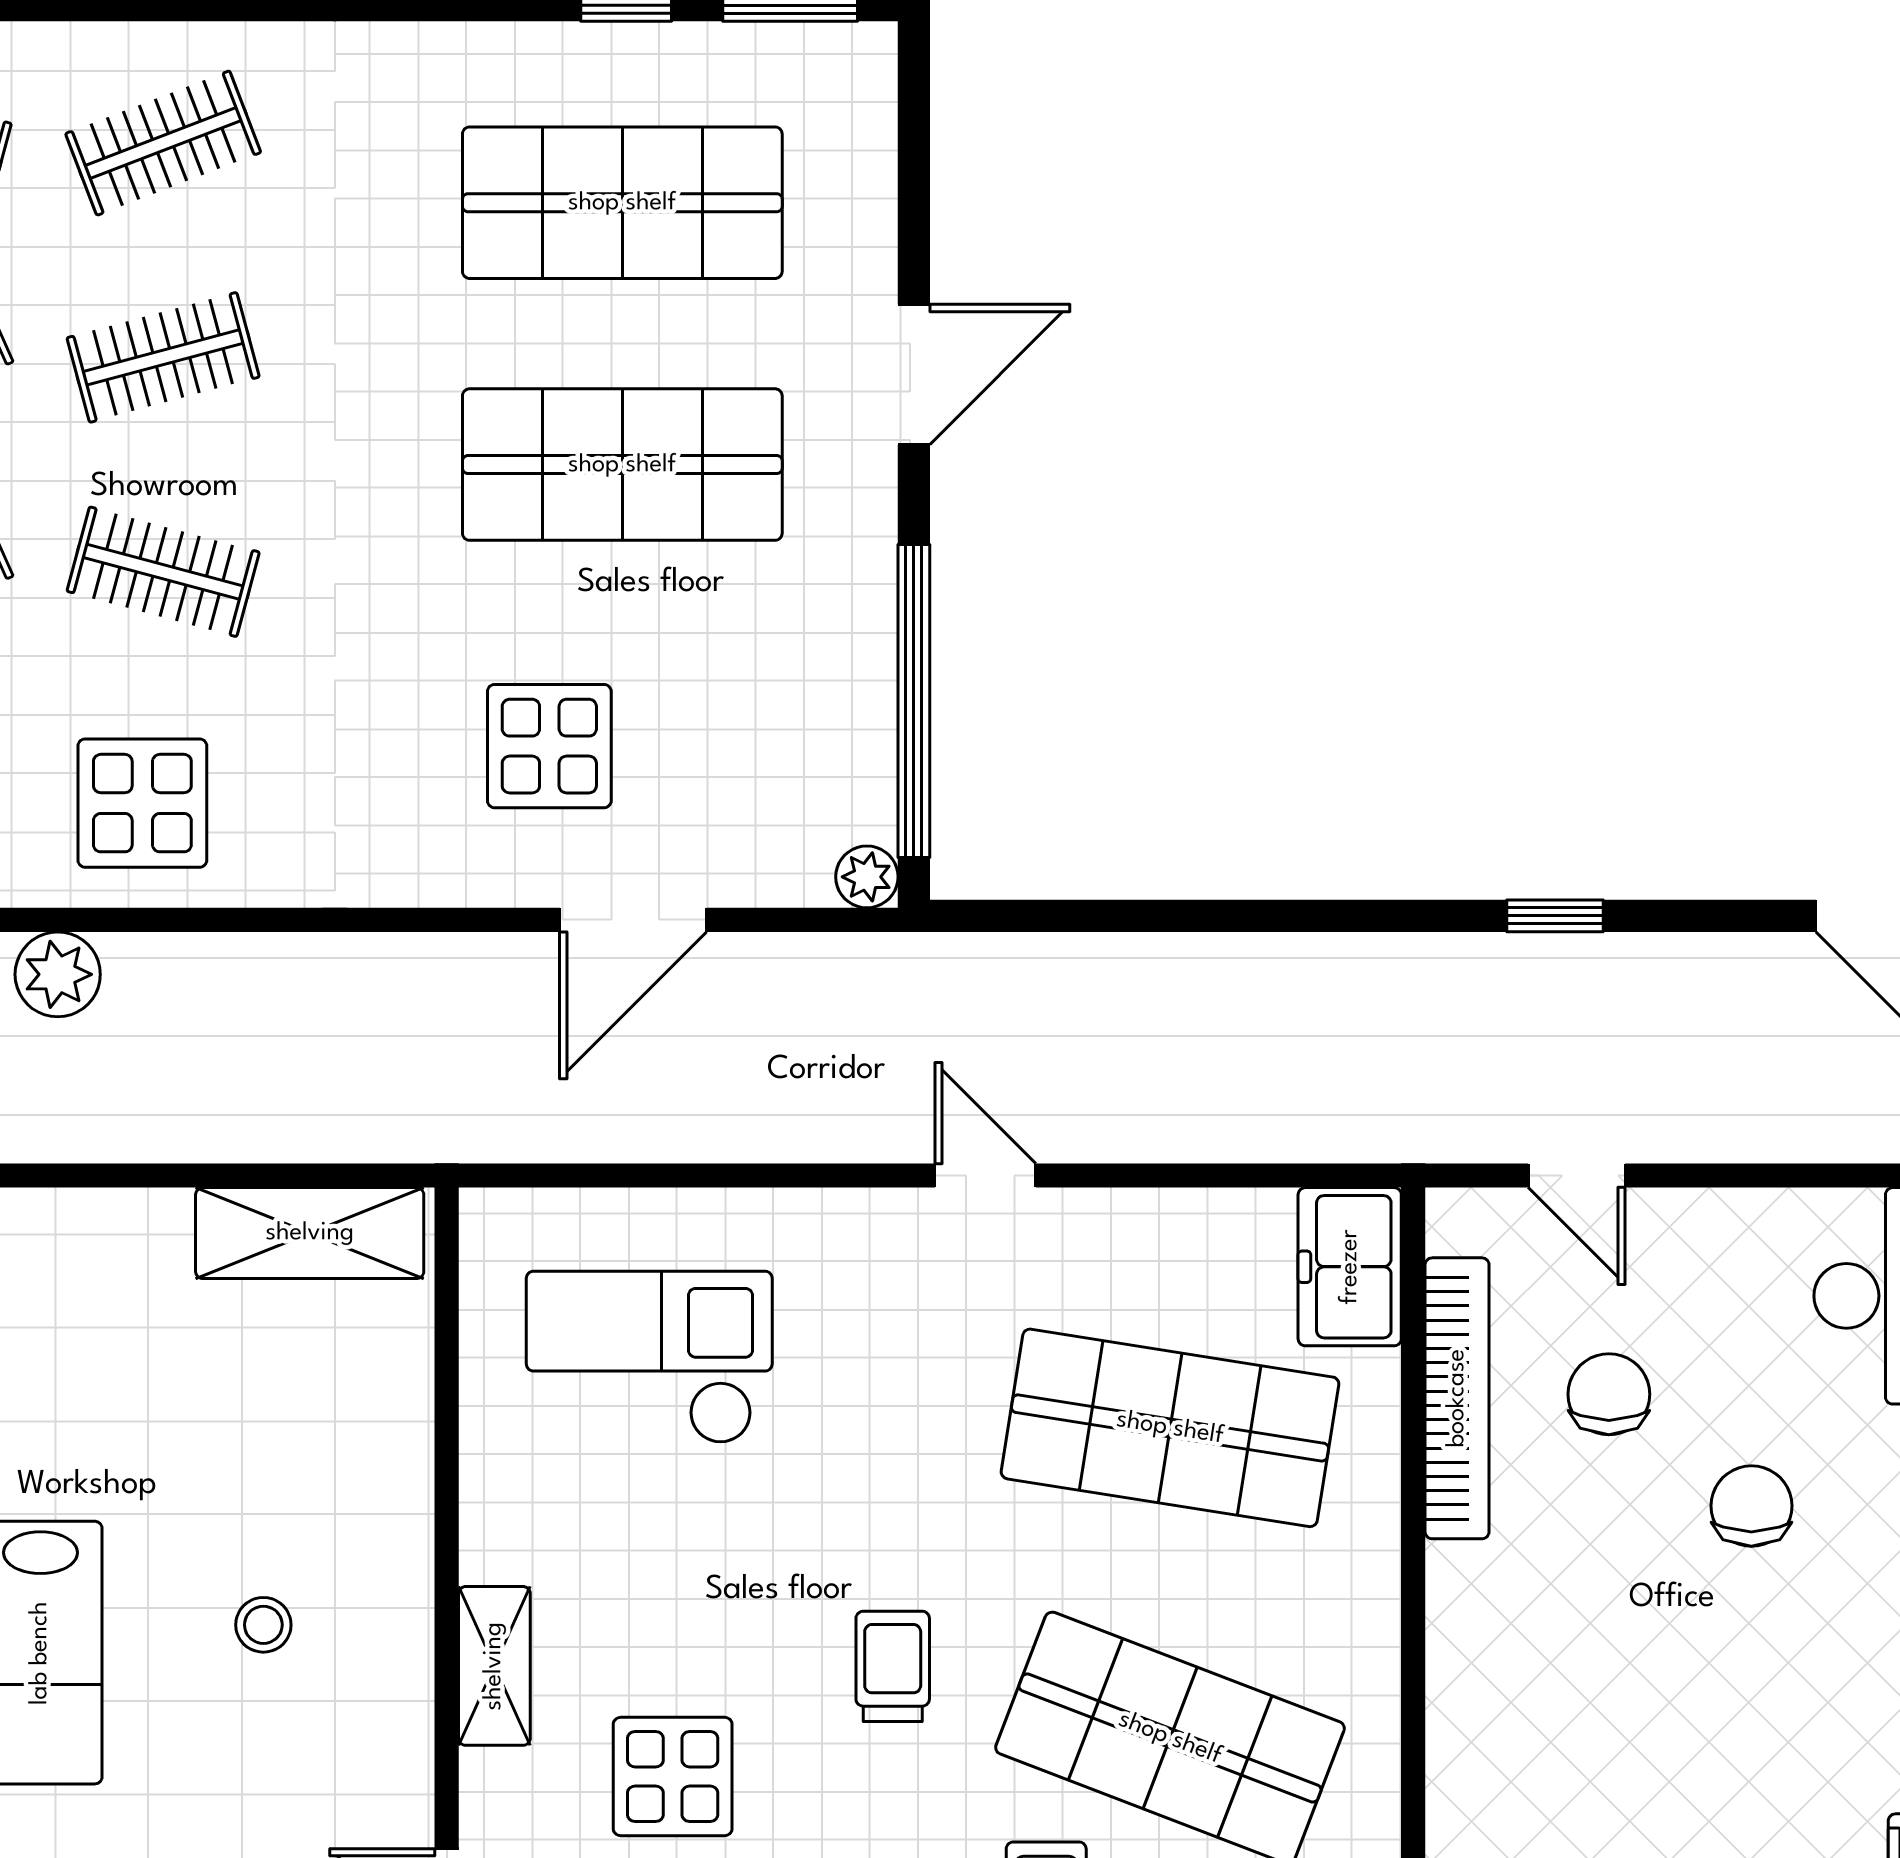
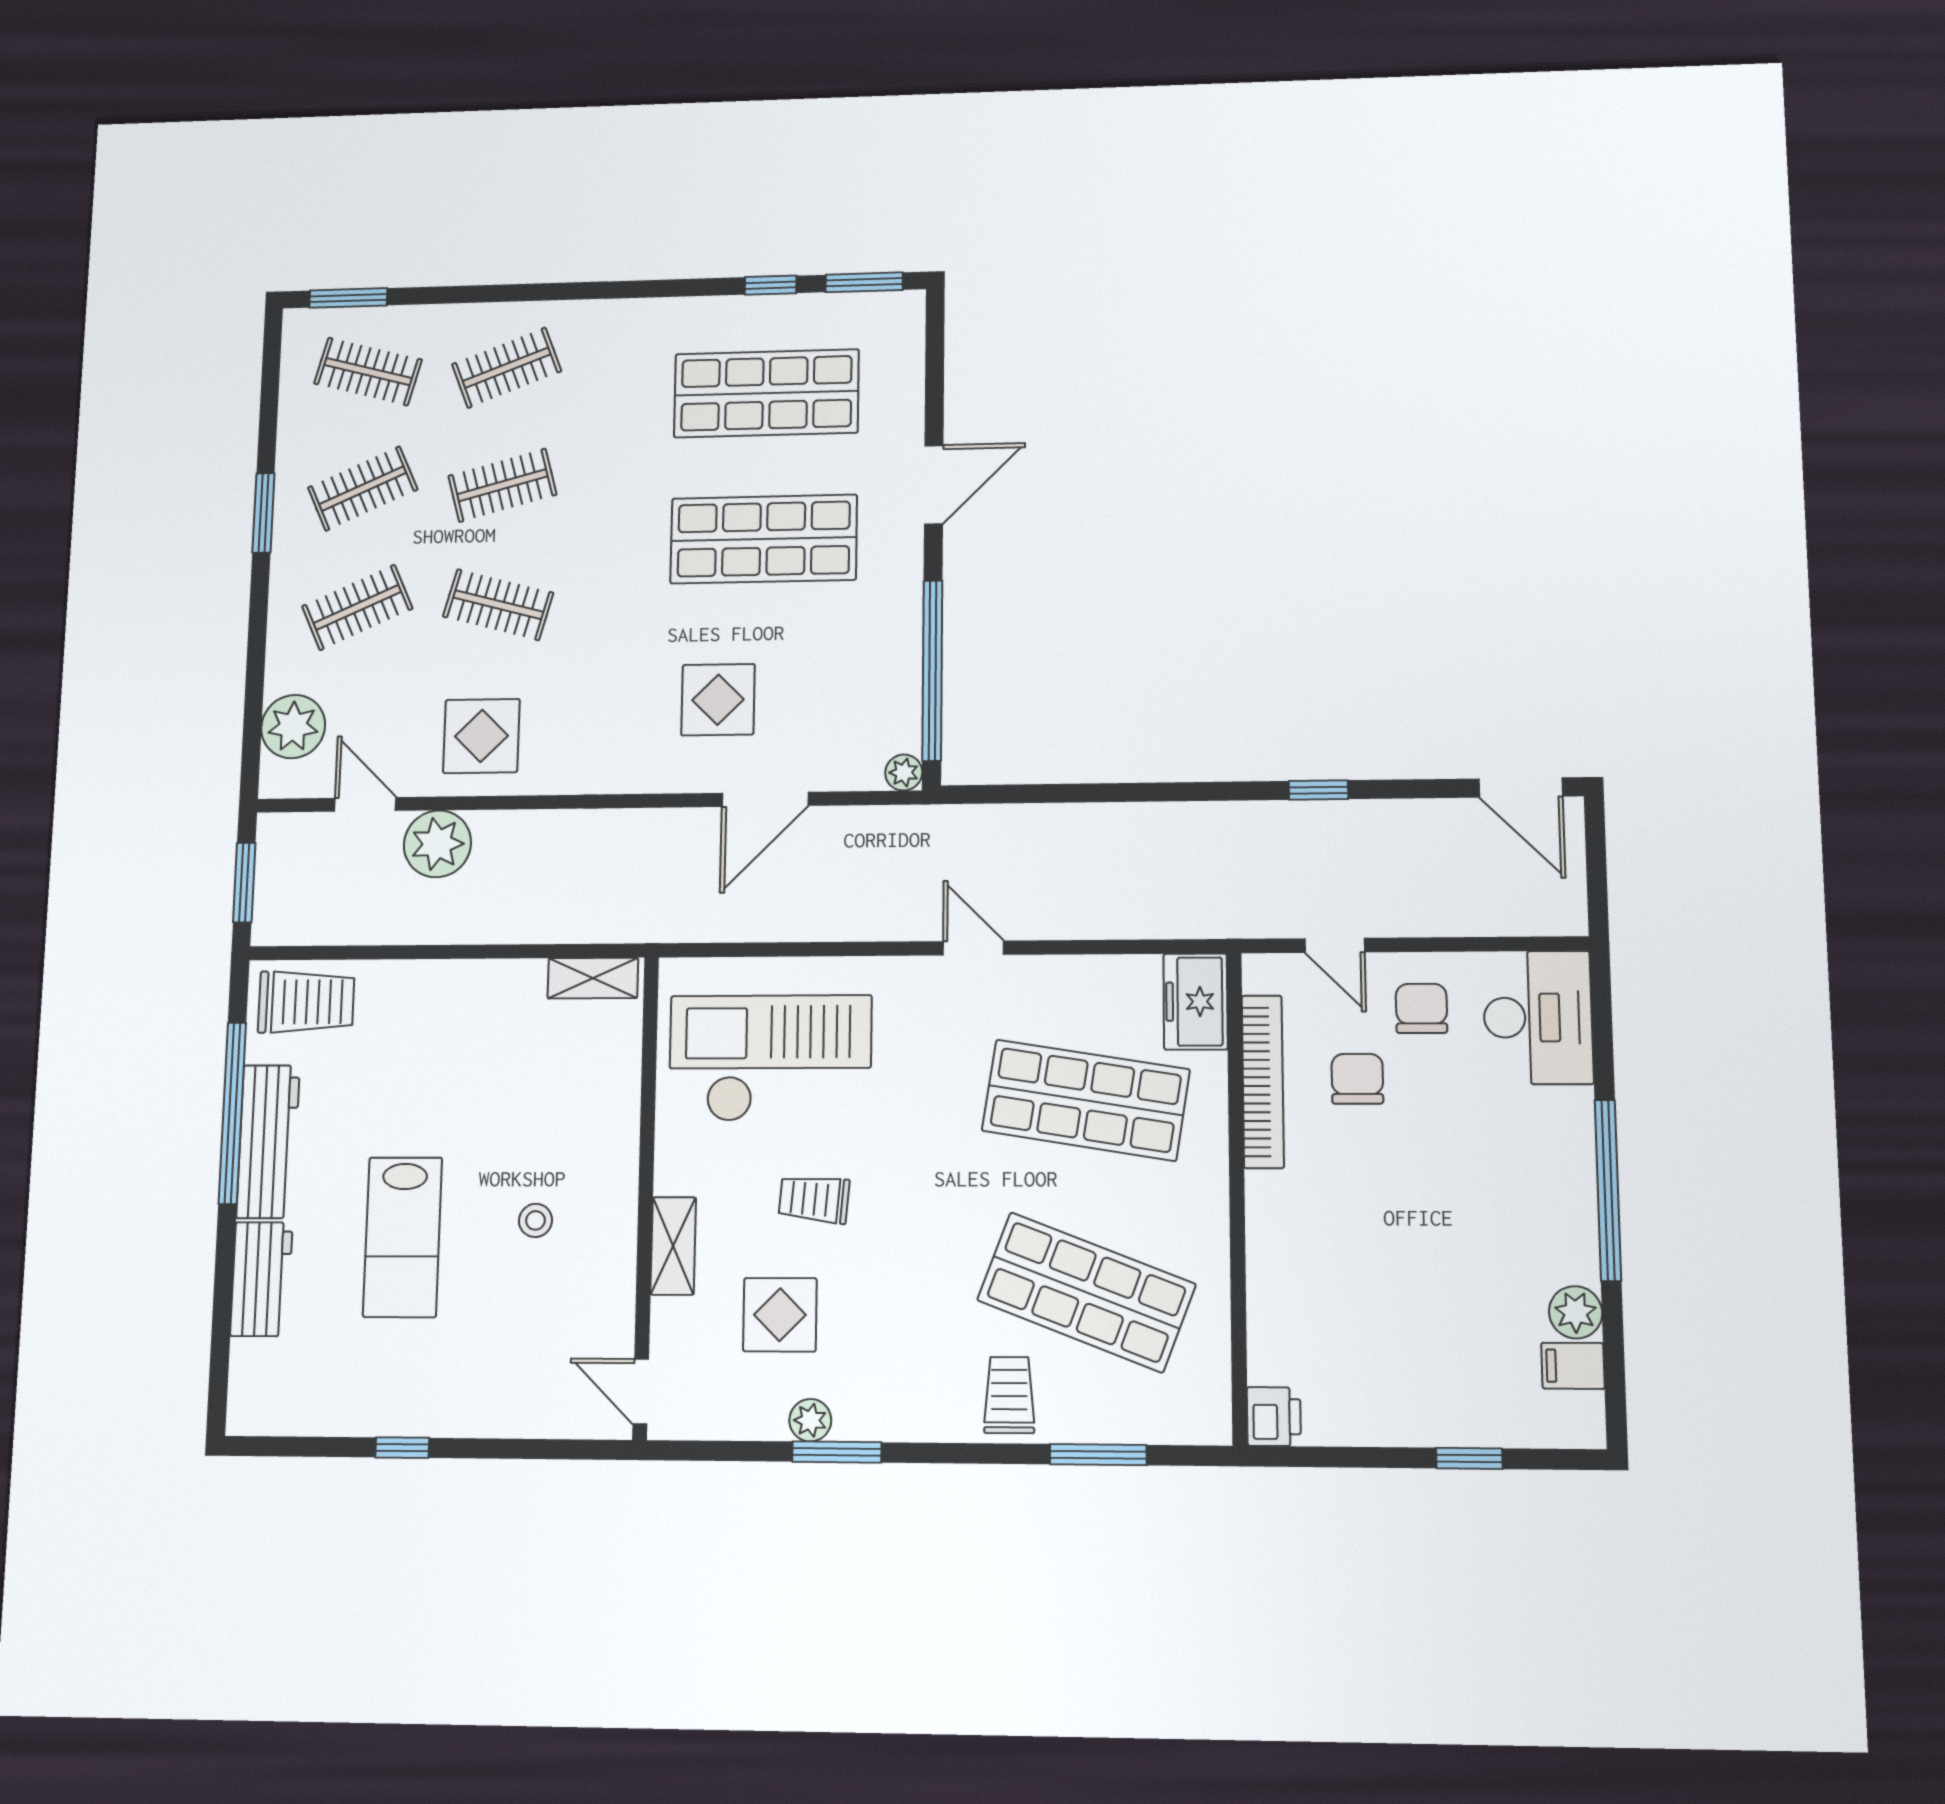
plant: (58, 974) -> (437, 844), width x1.36, depth x1.36
shelving: (310, 1233) -> (593, 978), width x0.67, depth x0.75
checkout: (649, 1357) -> (770, 1058), width x1.36, depth x1.21
chair: (1751, 1506) -> (1421, 1008), moved
trolley: (893, 1666) -> (814, 1199), moved, turned -85

